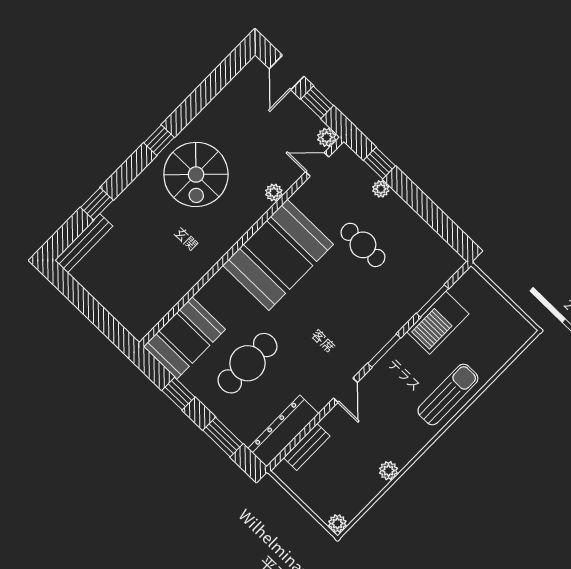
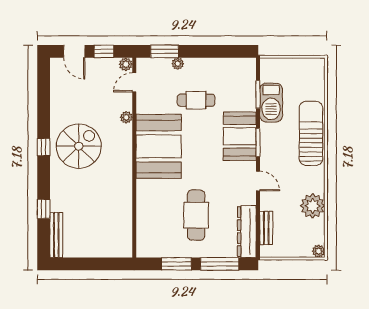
window: (379, 163) -> (165, 51), width x1.50
spiral stairs: (196, 174) -> (79, 146), turned -90
booth: (184, 338) -> (240, 136), moved
window: (178, 394) -> (176, 264), width x1.50
sun lounger: (448, 395) -> (311, 133), width x1.36, depth x1.34
window: (223, 437) -> (220, 264), width x1.44
plant: (388, 471) -> (313, 206), width x1.88, depth x1.88

